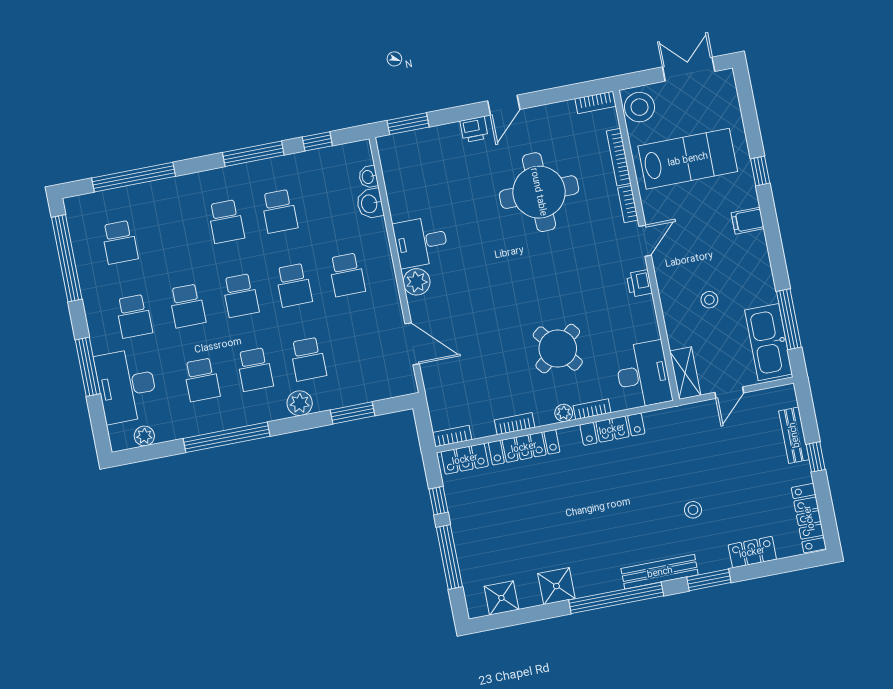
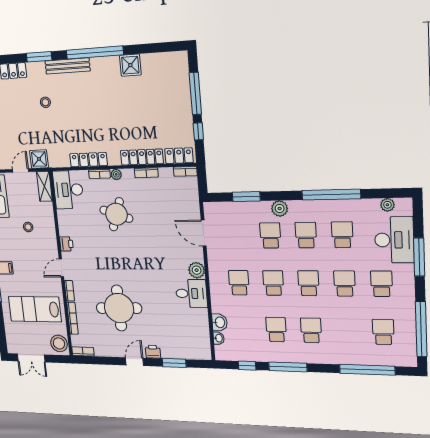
window: (408, 124) -> (174, 363), moved
round table: (558, 349) -> (116, 214), turned -32
shower: (501, 598) -> (39, 159), moved

